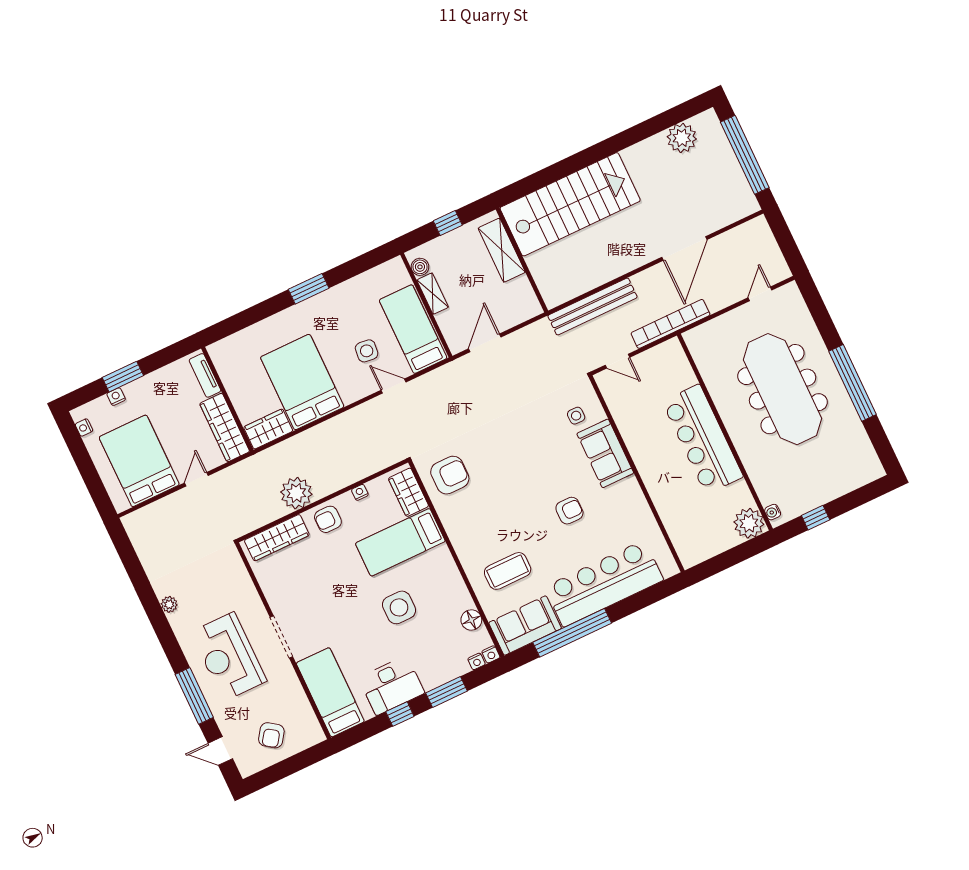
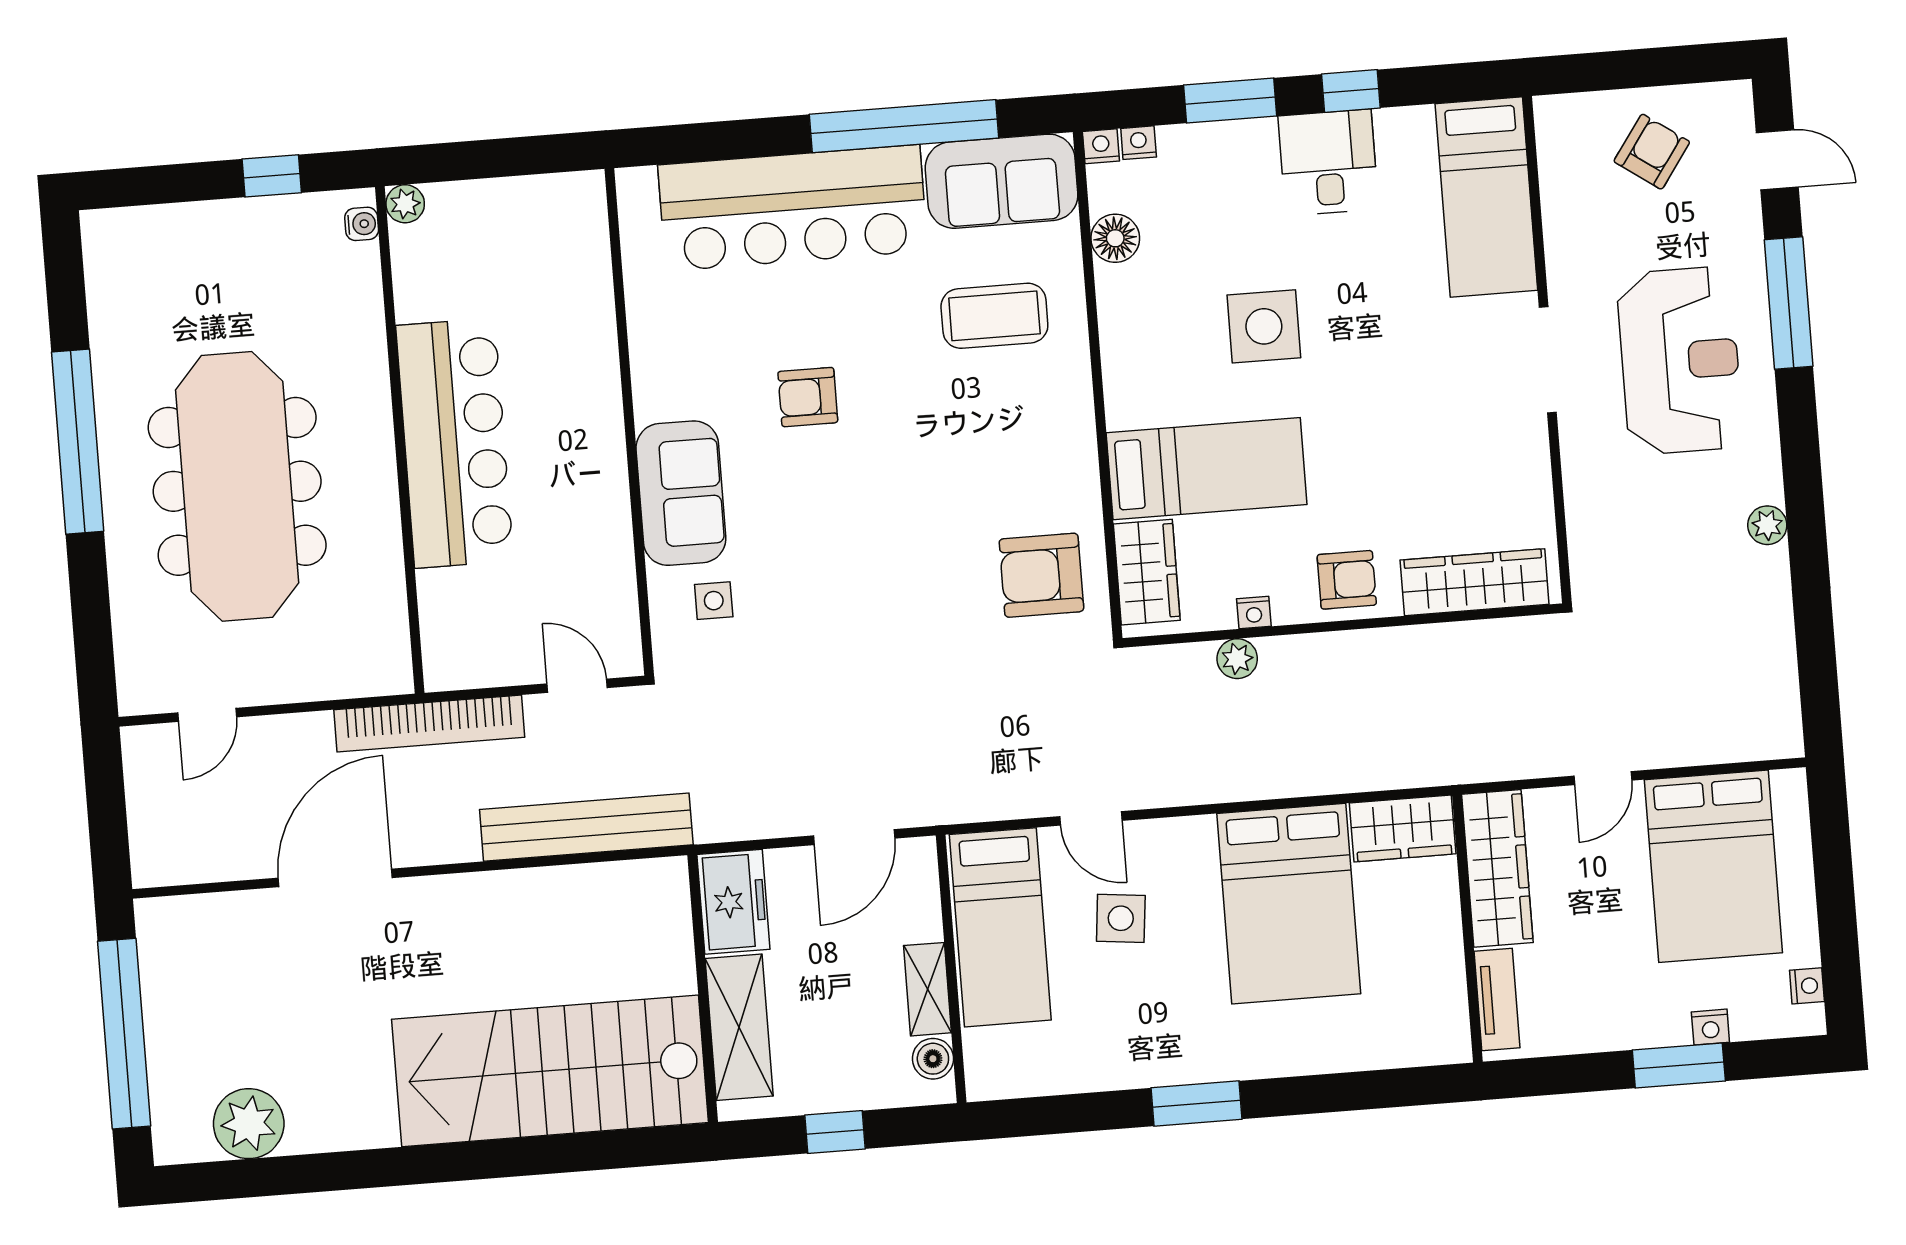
freezer: (523, 299) -> (733, 902), added
plant: (296, 493) -> (1237, 659), moved, width x0.53, depth x0.53
plant: (749, 523) -> (405, 204), width x0.53, depth x0.53
desk: (392, 685) -> (1328, 162), width x0.73

